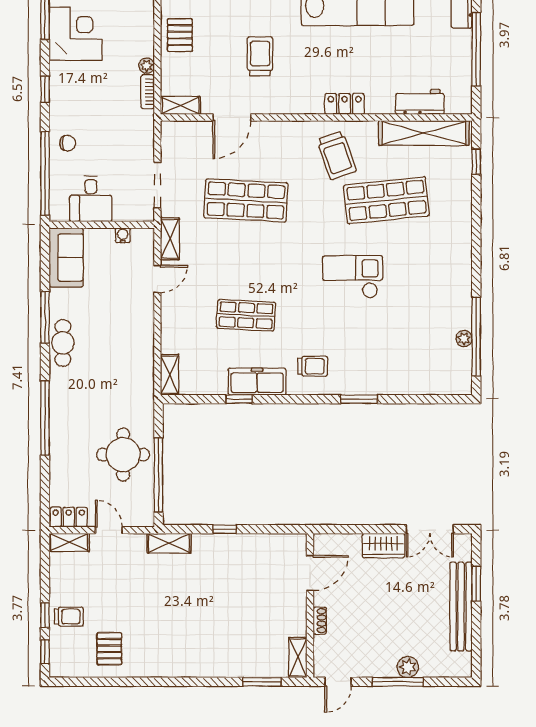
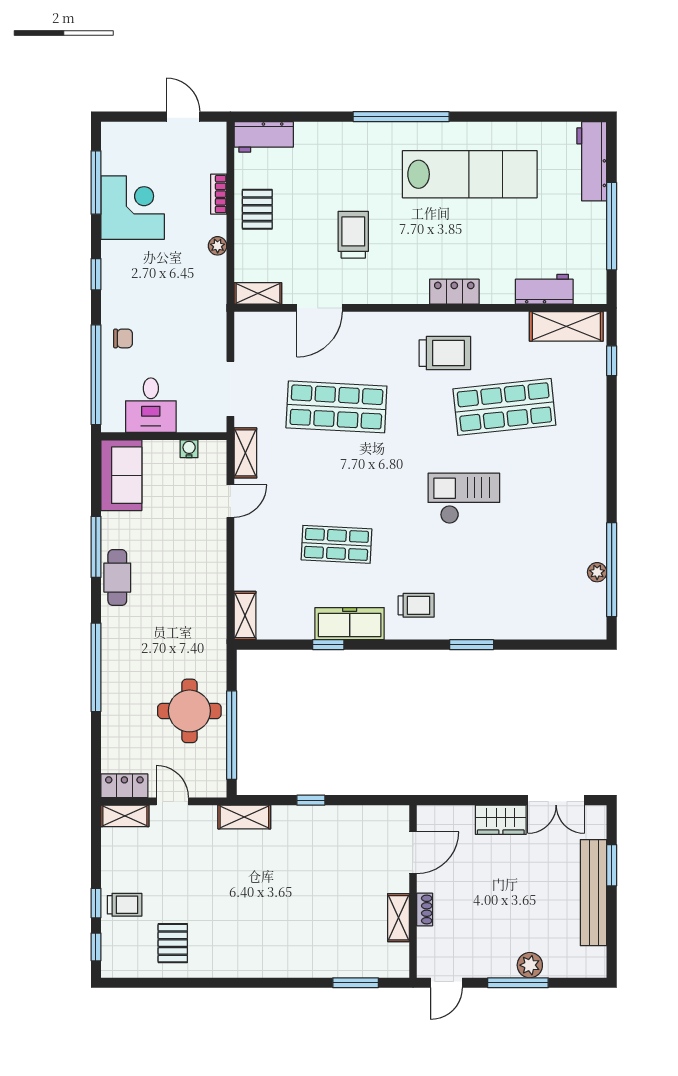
bookcase: (148, 92) -> (219, 194), moved
shelving: (424, 133) -> (566, 326), width x0.68
trolley: (337, 155) -> (445, 353), turned -71
shelving: (298, 658) -> (399, 918), moved

